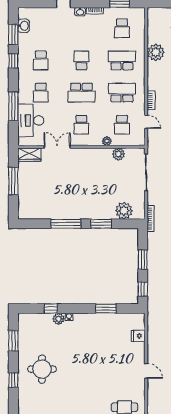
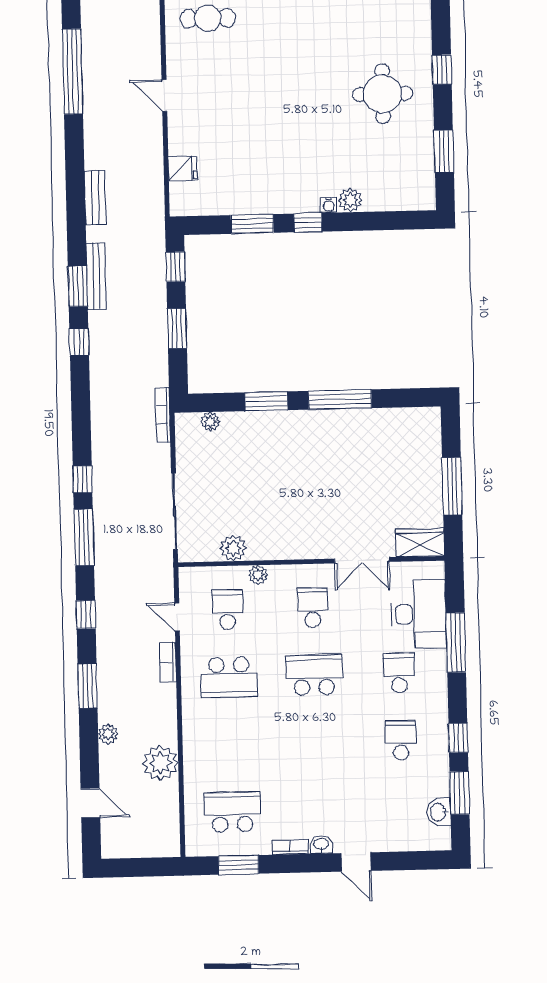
school desk: (122, 28) -> (232, 812), width x1.85
school desk: (81, 60) -> (316, 742), removed
school desk: (122, 60) -> (231, 744), removed
plant: (124, 211) -> (210, 422), width x0.53, depth x0.53
window: (51, 309) -> (308, 223), moved

